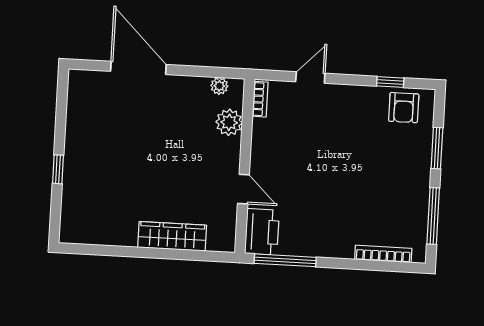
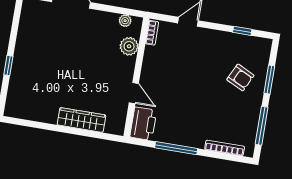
armchair: (404, 108) -> (240, 77), moved, turned -64
window: (285, 260) -> (176, 148), moved

